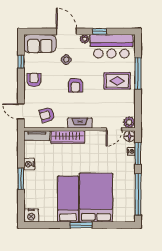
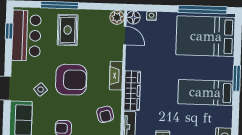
window: (99, 31) -> (9, 31), moved
plant: (85, 39) -> (17, 67), removed
armchair: (75, 85) -> (71, 80), width x1.88, depth x1.88
window: (138, 154) -> (154, 8), removed
bed: (96, 198) -> (206, 36), moved

